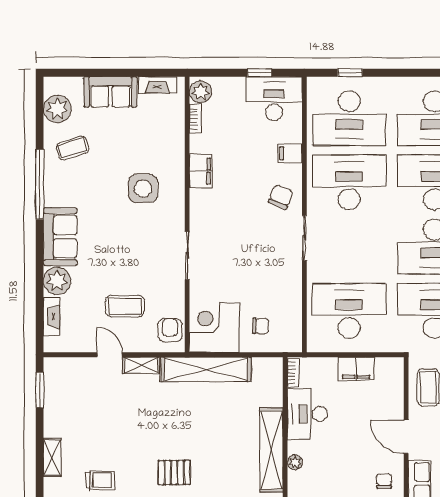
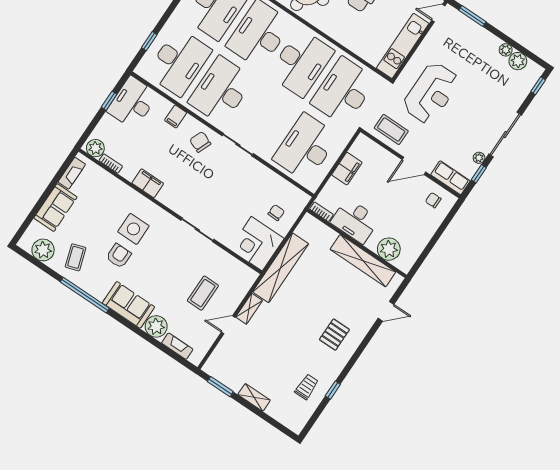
armchair: (170, 330) -> (119, 256), moved, turned 90
shelving: (52, 457) -> (254, 397), moved
plant: (295, 462) -> (389, 249), width x1.87, depth x1.87

